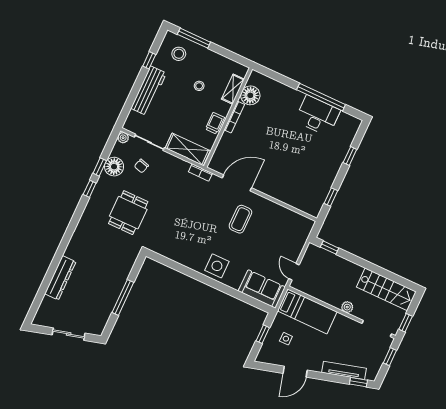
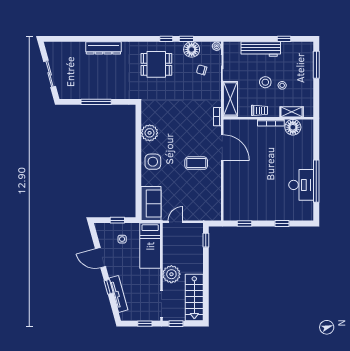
stool: (179, 54) -> (265, 82), moved
dining table: (128, 213) -> (156, 64), moved
plant: (184, 255) -> (150, 133), added
dresser: (60, 278) -> (103, 48), moved
plant: (347, 307) -> (171, 274), width x1.88, depth x1.88
window: (358, 382) -> (109, 287), moved

